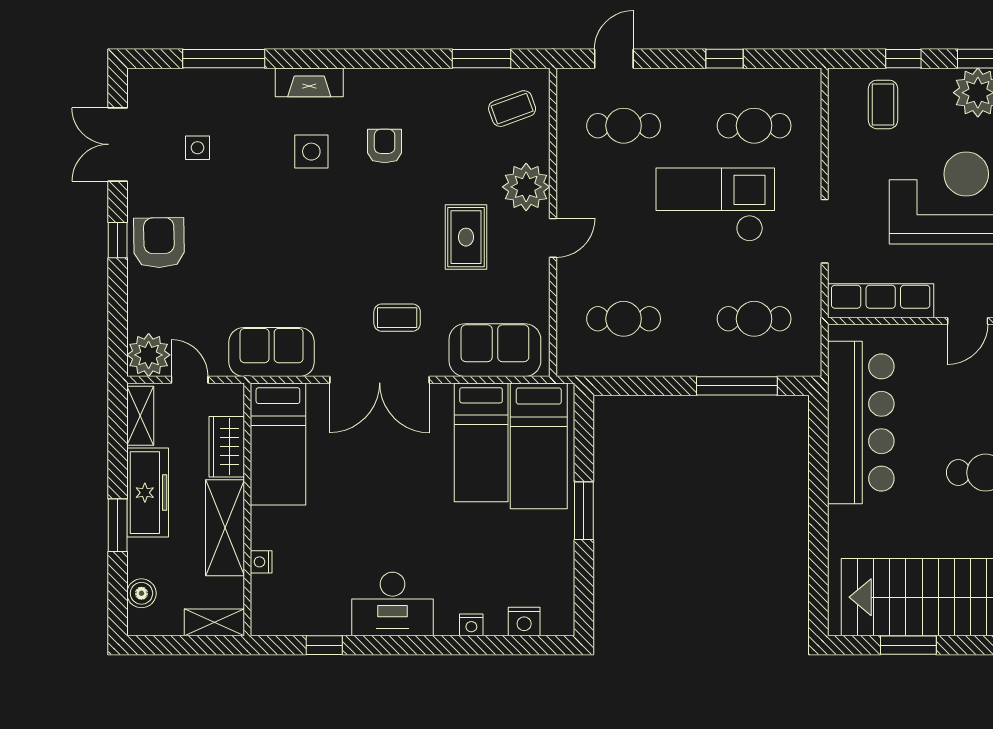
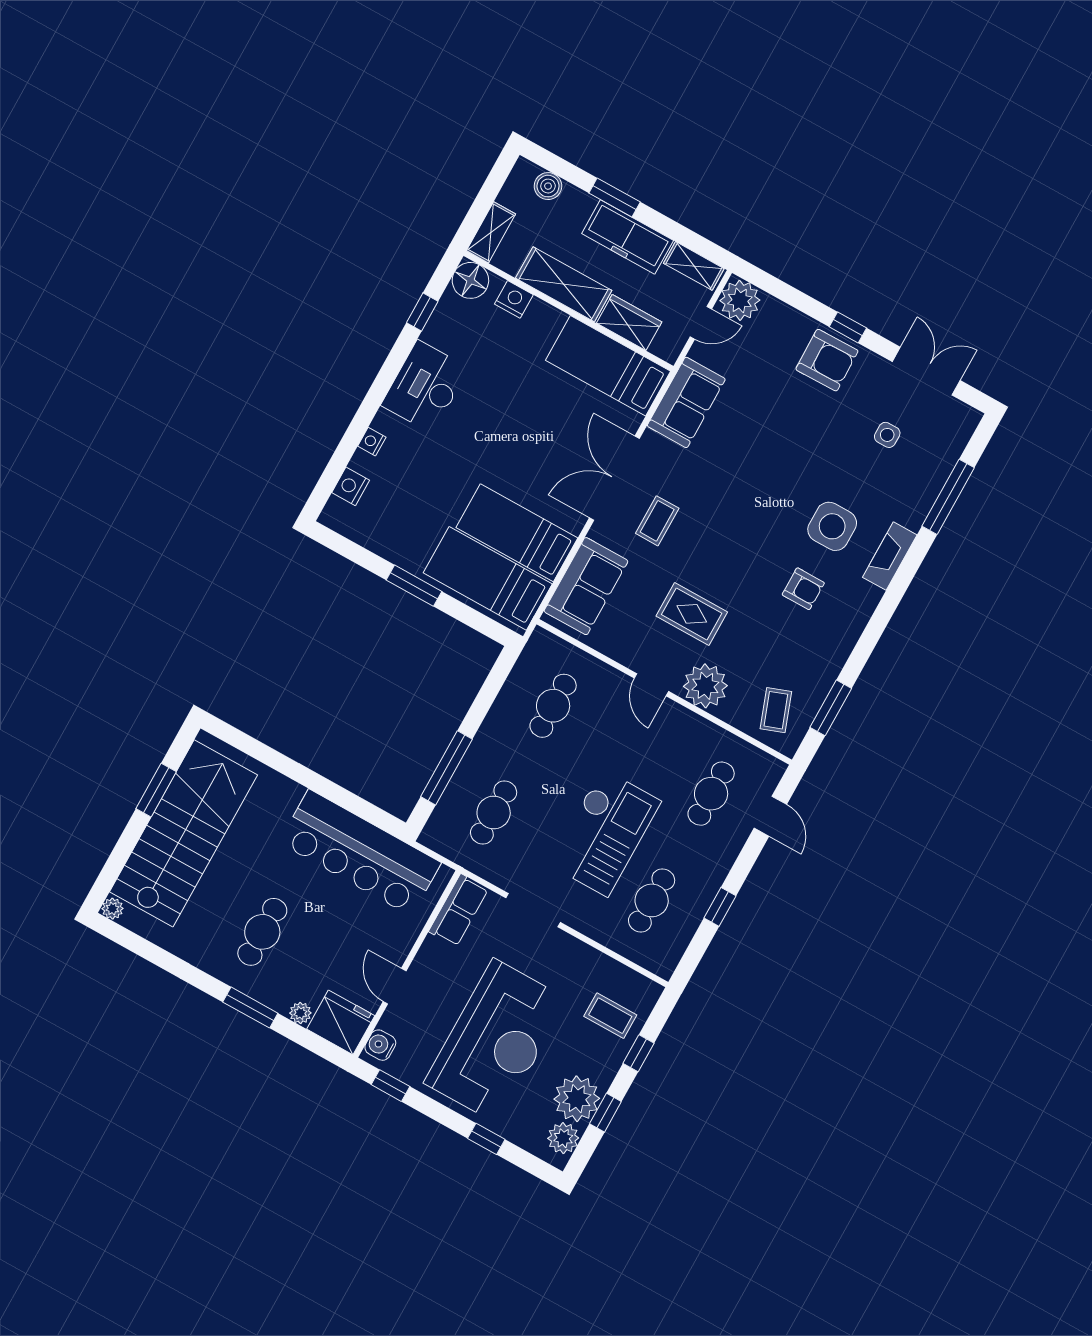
side table: (311, 152) -> (832, 526), width x1.37, depth x1.37
row of seats: (881, 301) -> (458, 910), width x0.68
nightstand: (261, 562) -> (514, 299), width x1.39, depth x1.35
floor lamp: (270, 617) -> (470, 280), added

